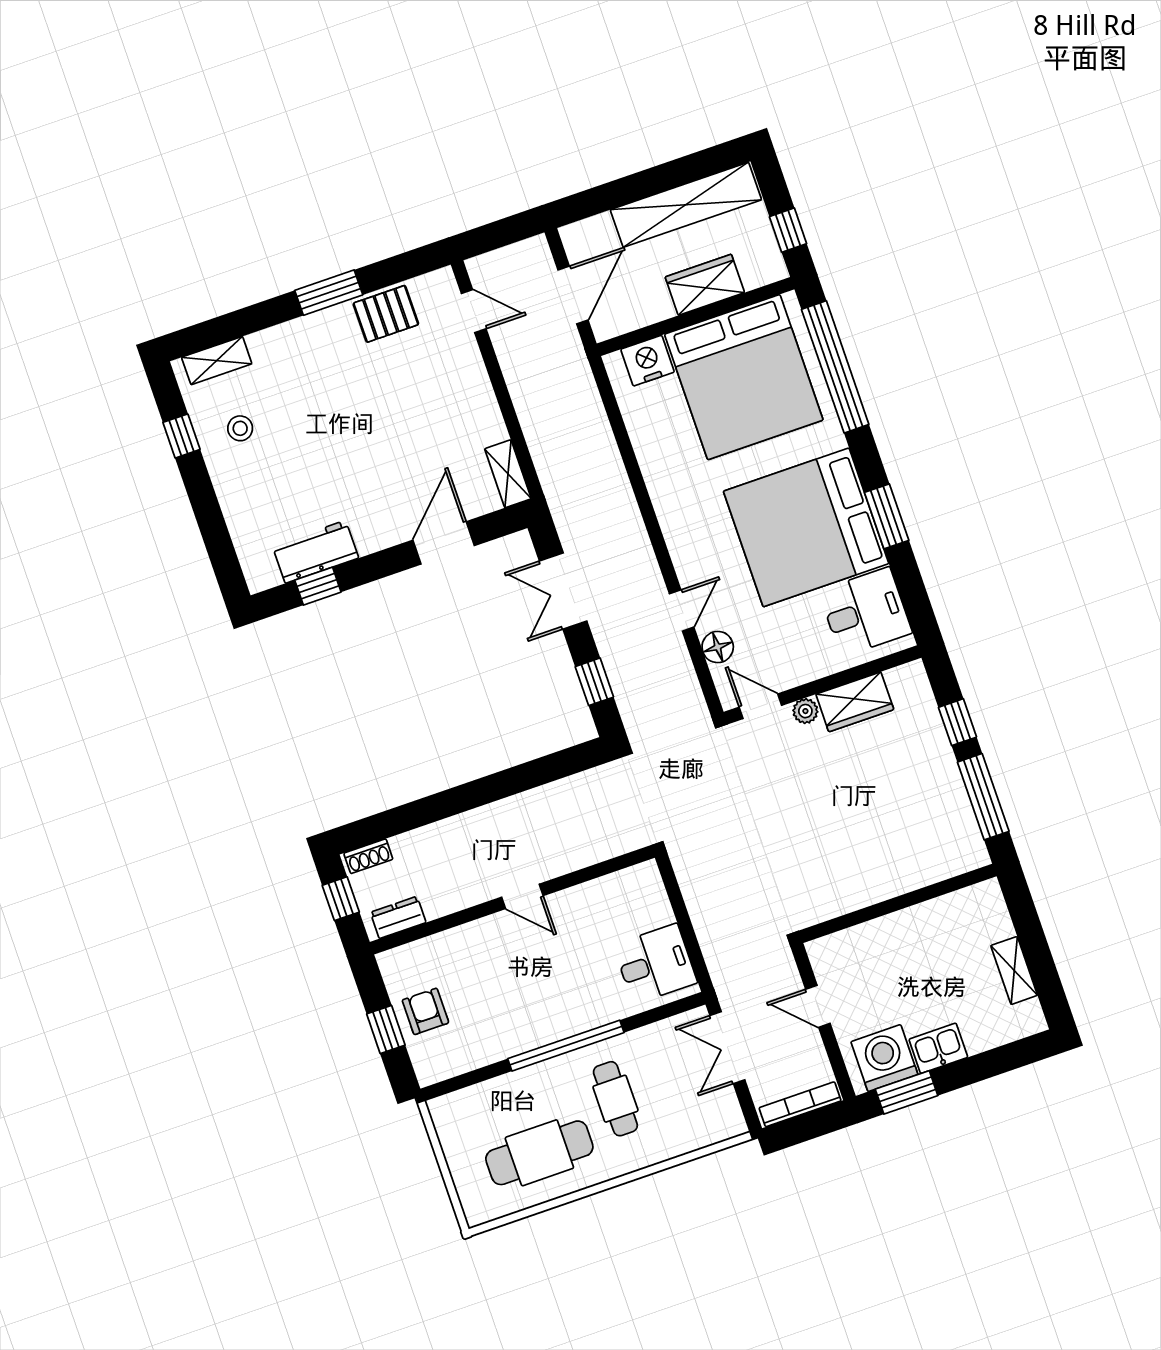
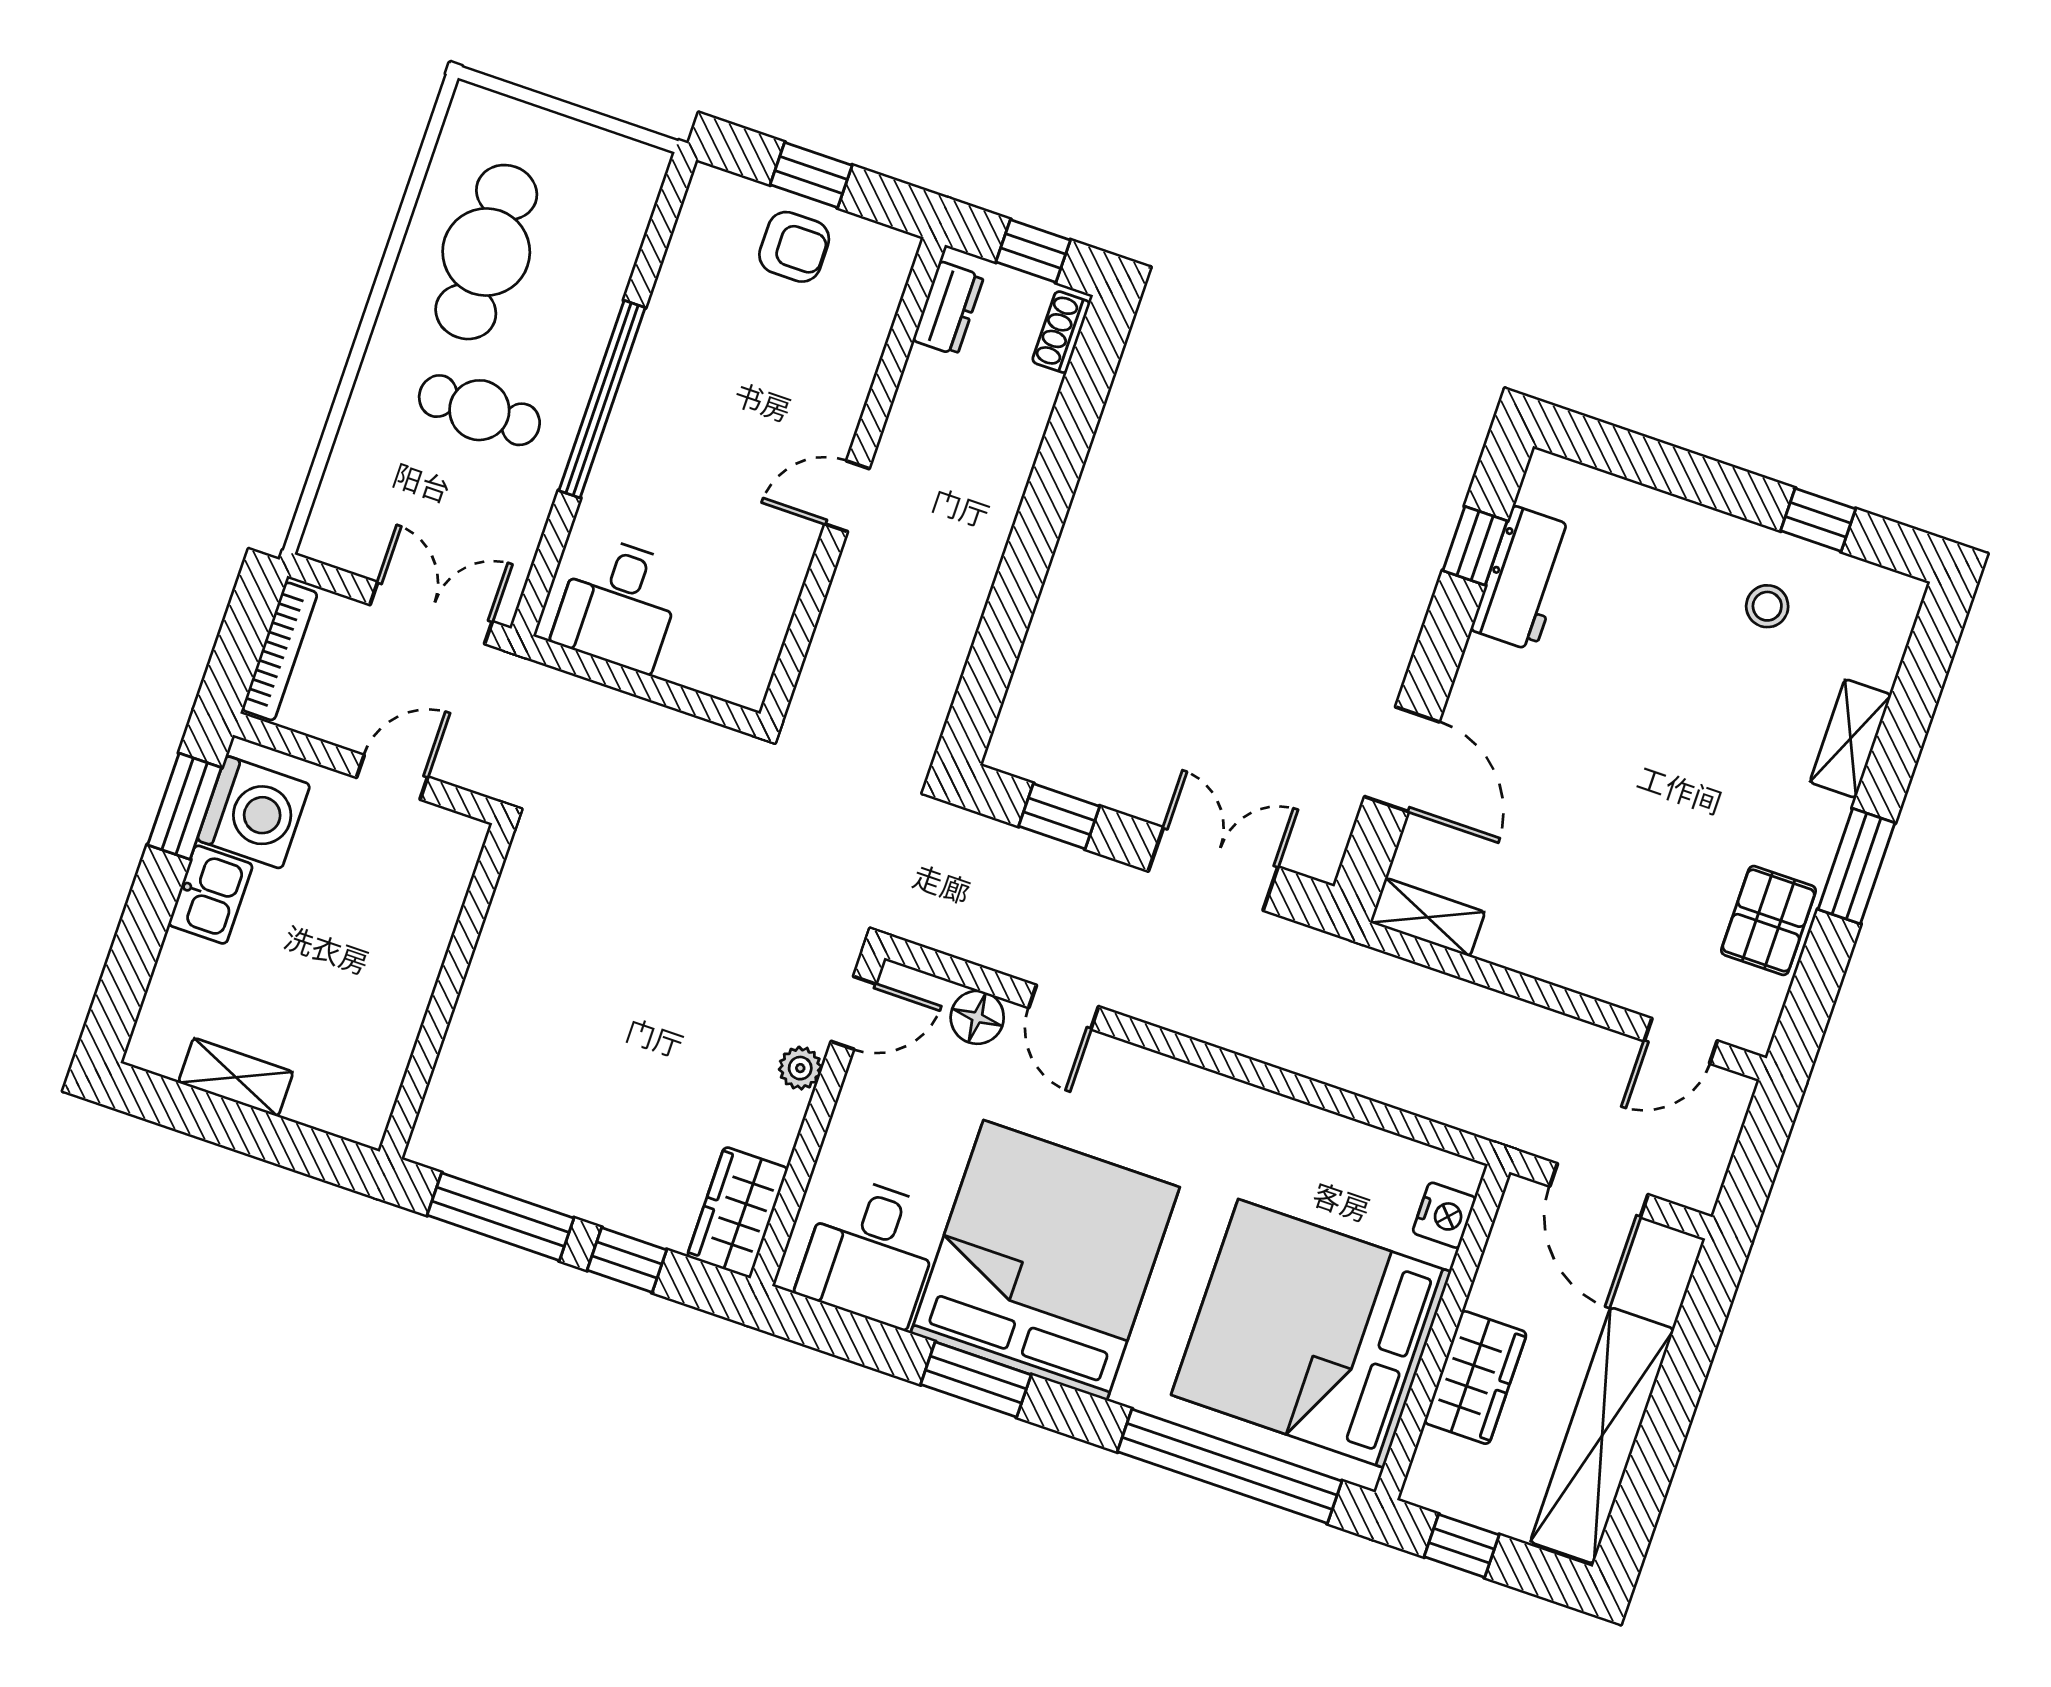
shelving: (217, 361) -> (1850, 738), moved
nightstand: (648, 361) -> (1444, 1215), width x0.74, depth x0.75
wardrobe: (855, 702) -> (738, 1212), moved

